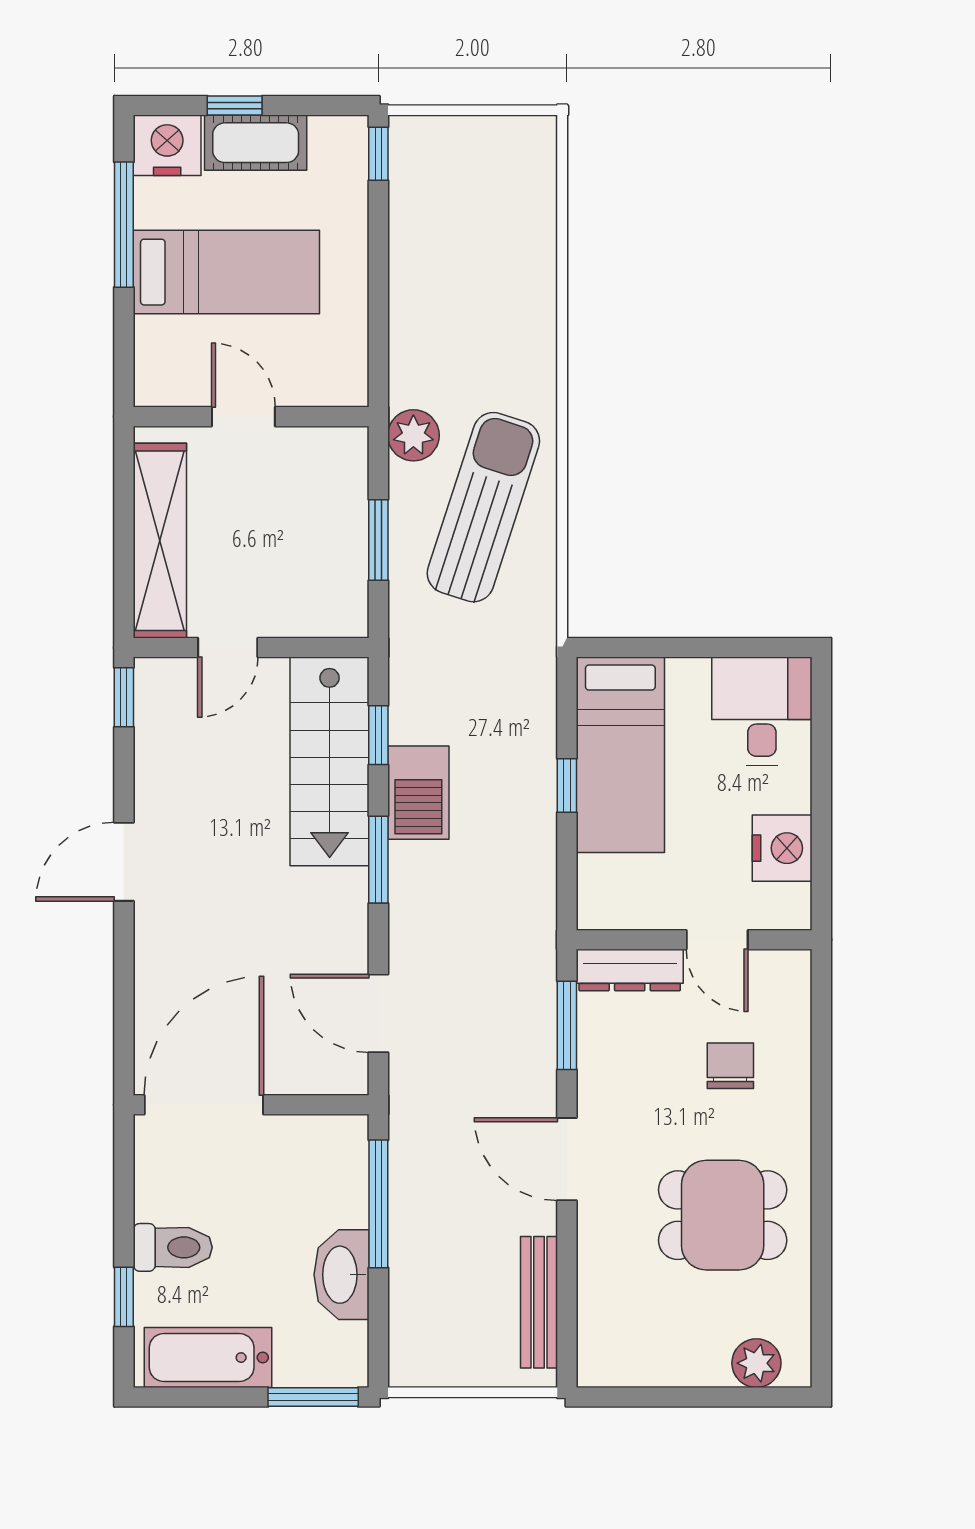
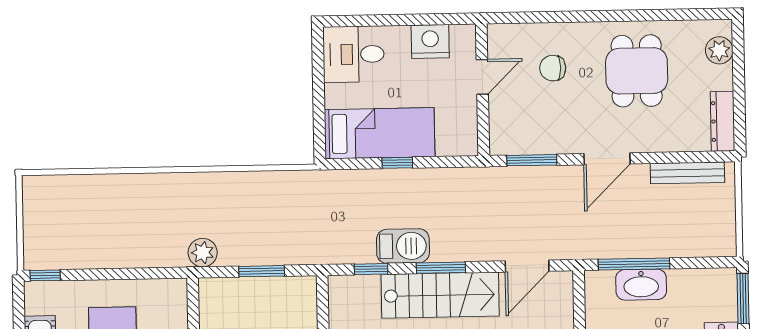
sun lounger: (483, 507) -> (242, 213), removed
stairs: (330, 761) -> (440, 295), moved
dresser: (630, 970) -> (723, 121), moved, turned 180
washbasin: (341, 1275) -> (641, 285), moved

